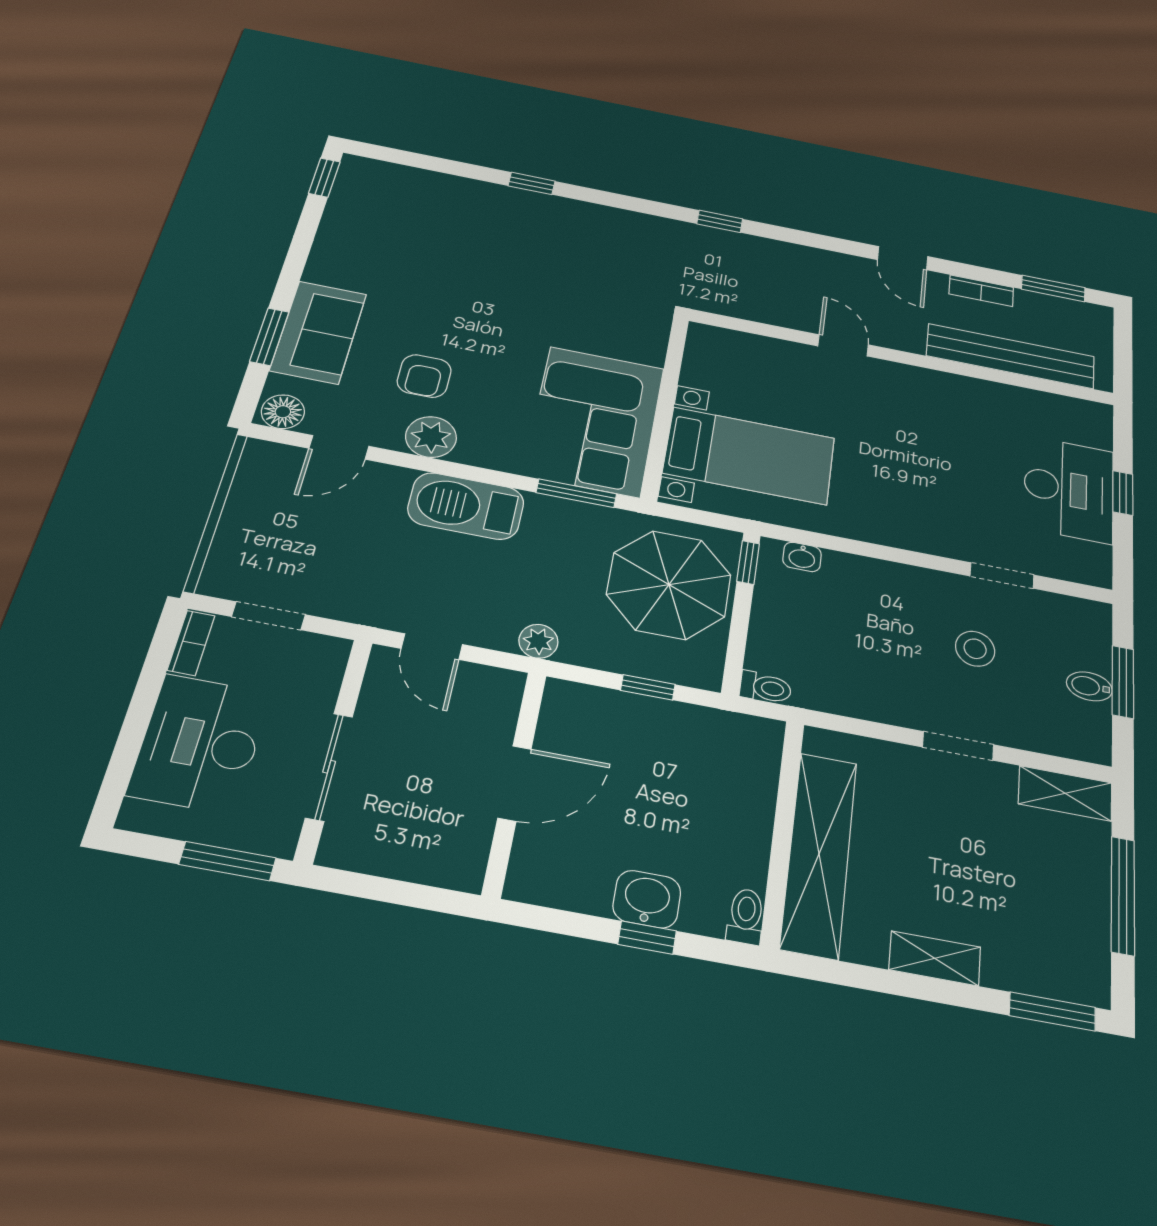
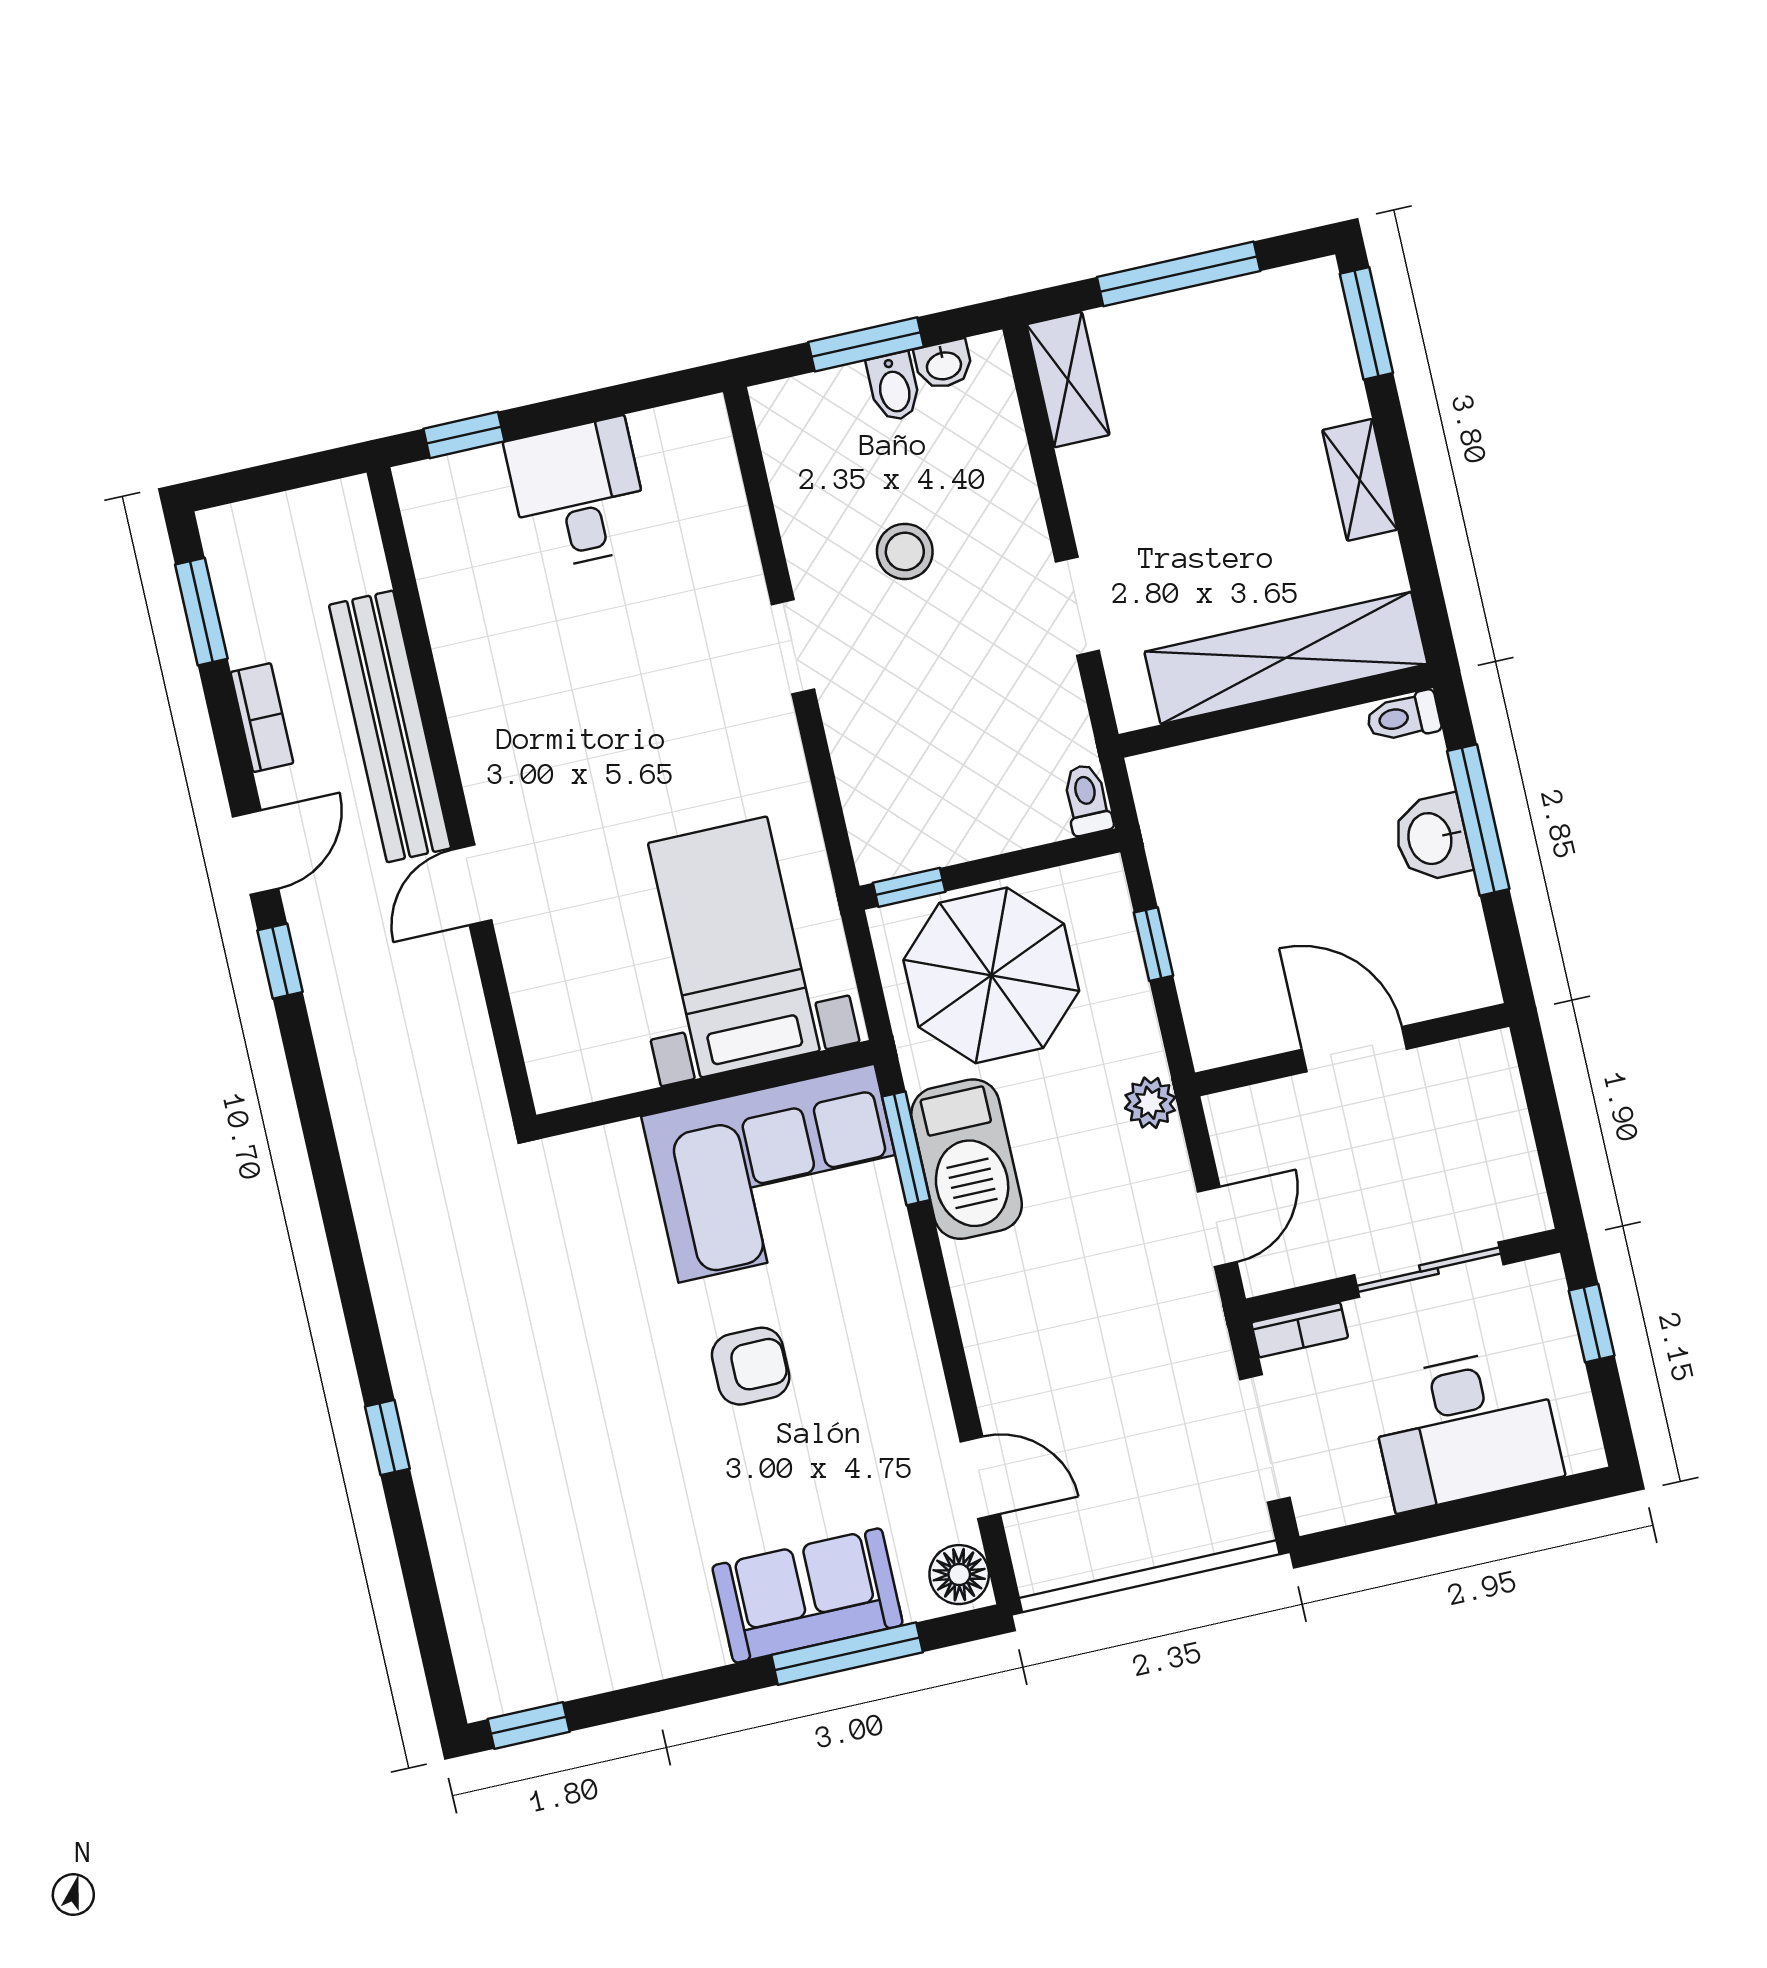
window: (720, 221) -> (280, 961), moved
window: (269, 337) -> (847, 1654), width x1.44
bench: (1011, 356) -> (390, 726), moved
armchair: (424, 376) -> (751, 1366), moved
plant: (431, 437) -> (907, 1371), removed
desk: (1069, 489) -> (578, 494), width x0.73
window: (1123, 493) -> (464, 435), moved
barbecue: (466, 506) -> (967, 1159), moved
washbasin: (802, 557) -> (944, 365), moved, turned 90
doorway: (1002, 576) -> (793, 647), moved
doorway: (268, 616) -> (1265, 1438), width x1.38
bookcase: (191, 643) -> (1300, 1330), moved, turned 180
doorway: (958, 746) -> (1077, 606), moved
window: (227, 861) -> (1592, 1323), width x0.67
window: (647, 938) -> (1478, 820), width x2.17

